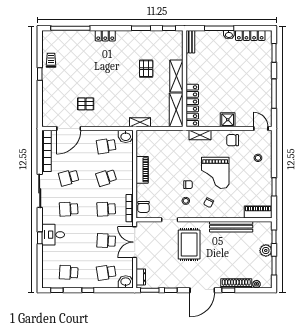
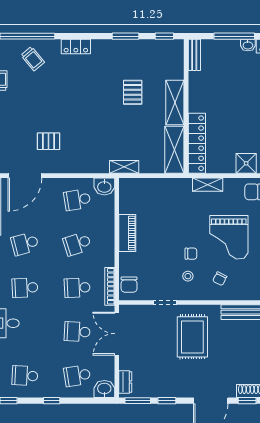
trolley: (74, 45) -> (33, 59), added

